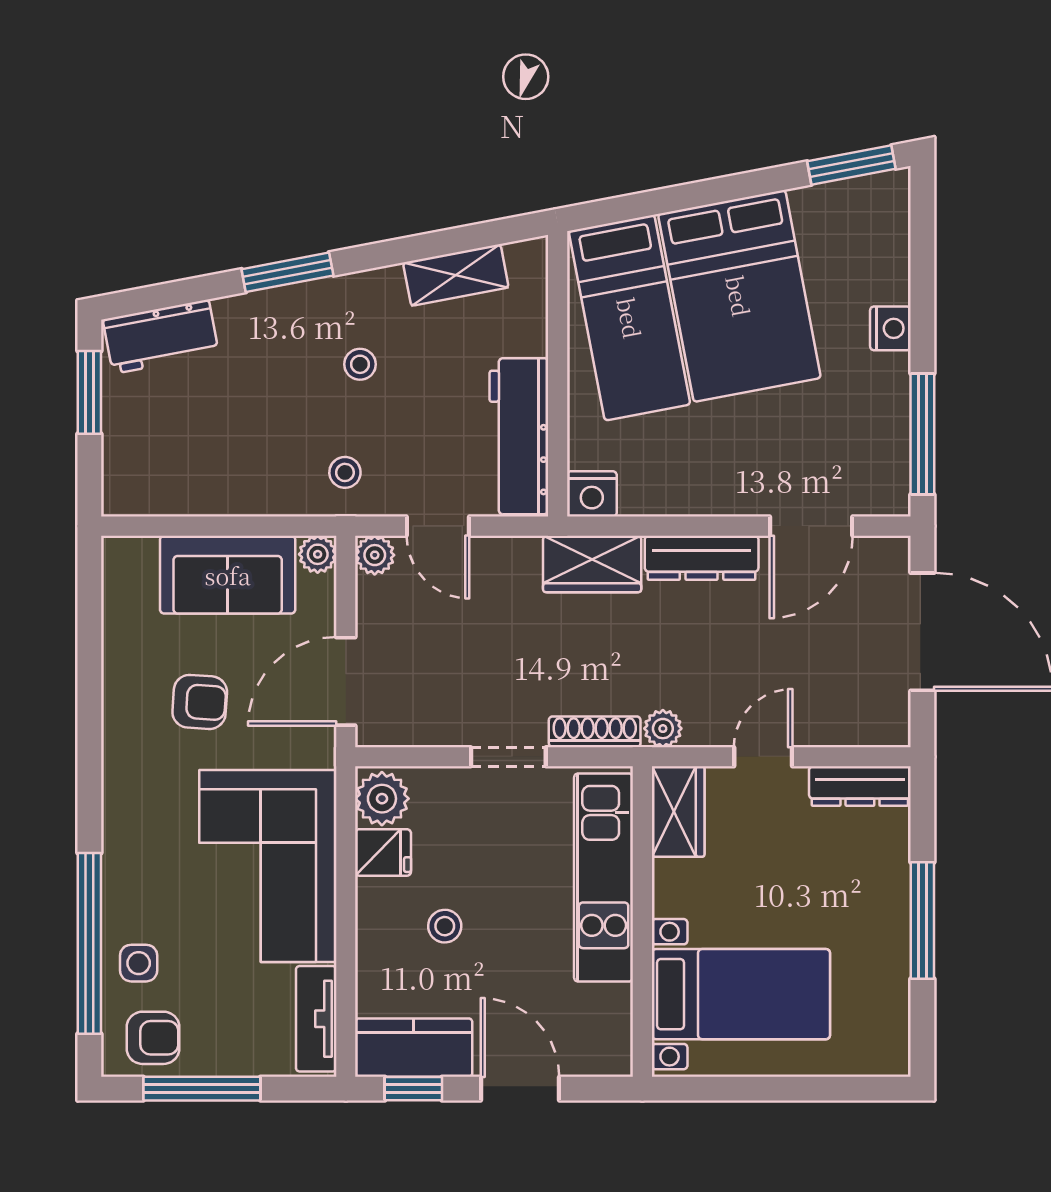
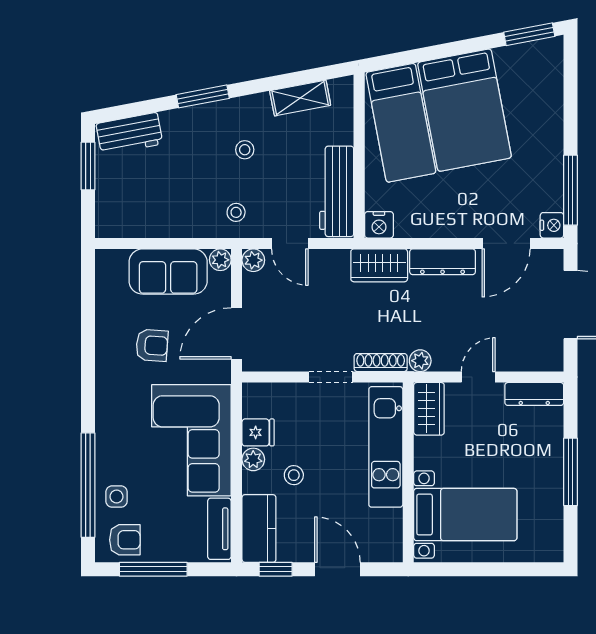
nightstand: (890, 328) -> (552, 225), moved
plant: (382, 799) -> (253, 459), moved, width x0.73, depth x0.73
kitchen counter: (414, 1048) -> (259, 529), moved, turned 90

